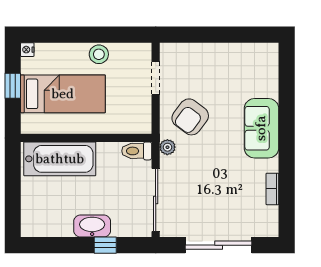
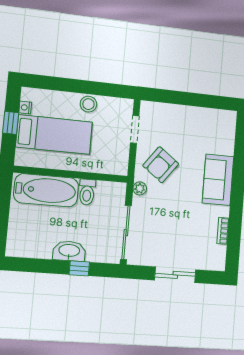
nightstand: (27, 50) -> (25, 108), moved
toilet: (137, 151) -> (87, 192), moved, turned -90
sliding door: (219, 245) -> (175, 275), width x0.73

